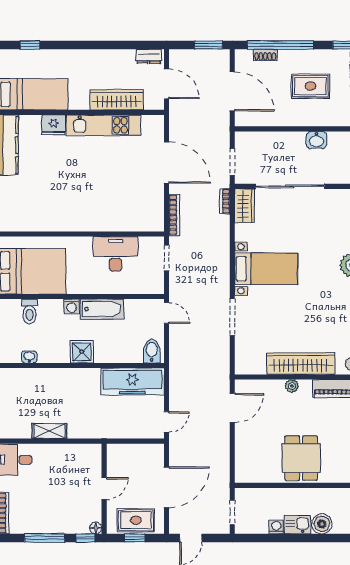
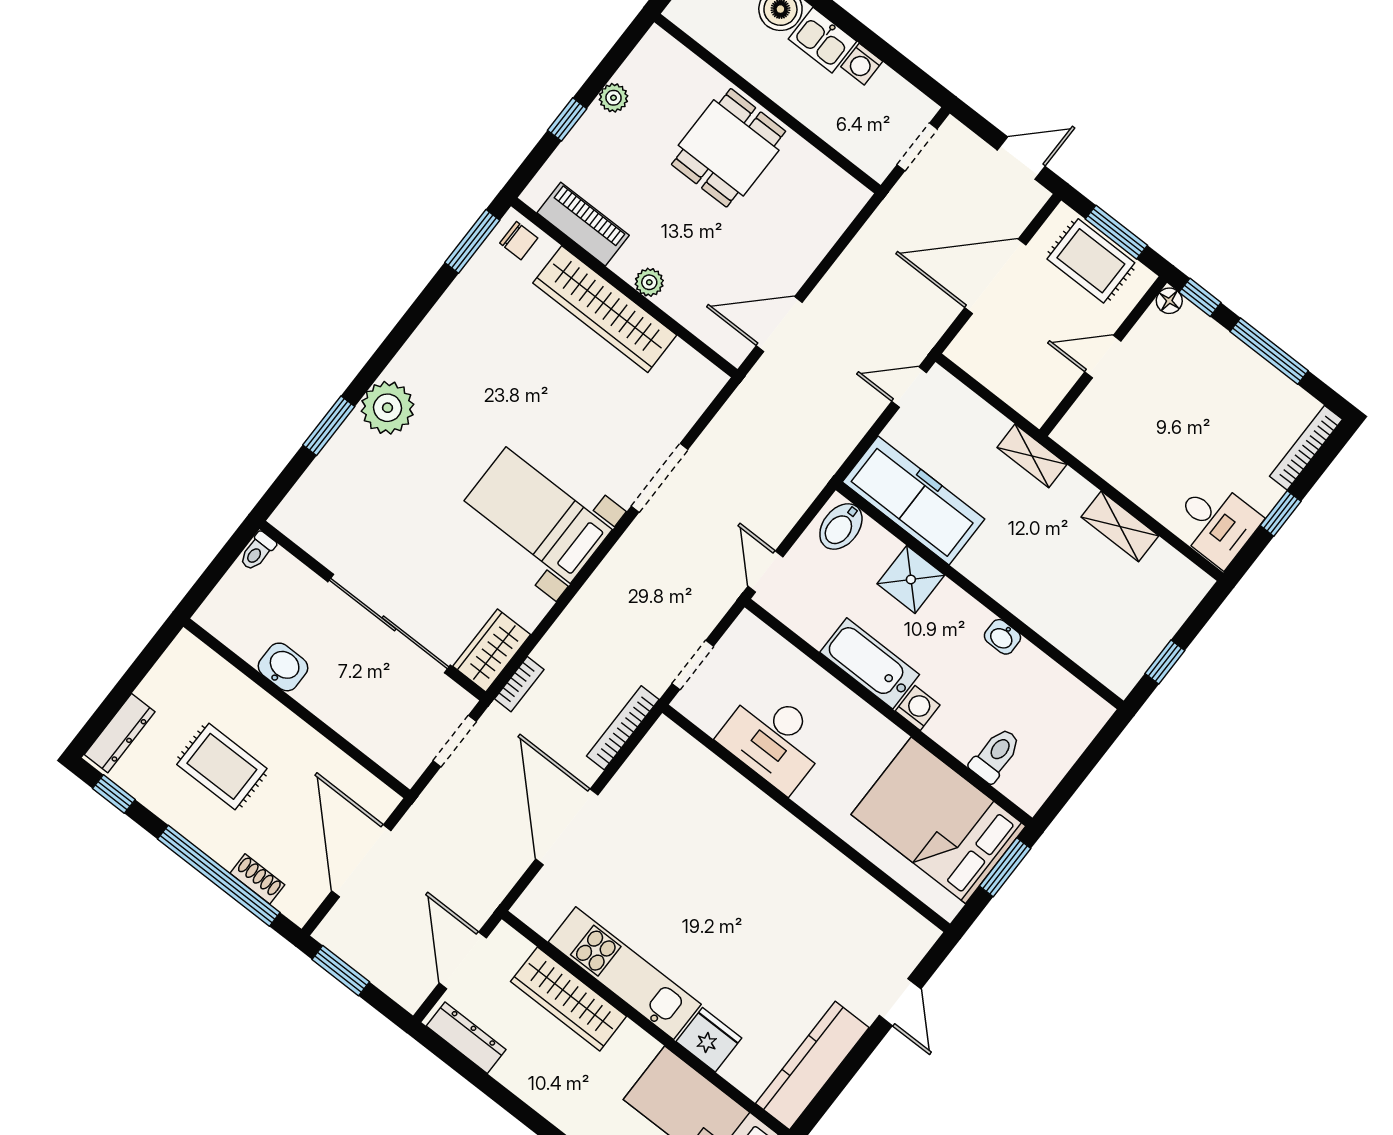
dresser: (149, 56) -> (466, 1038), width x1.44
shower: (82, 352) -> (911, 579), moved
washbasin: (29, 357) -> (1002, 637), moved
shelving: (102, 432) -> (1032, 456), added
window: (135, 538) -> (1116, 232), width x1.50

